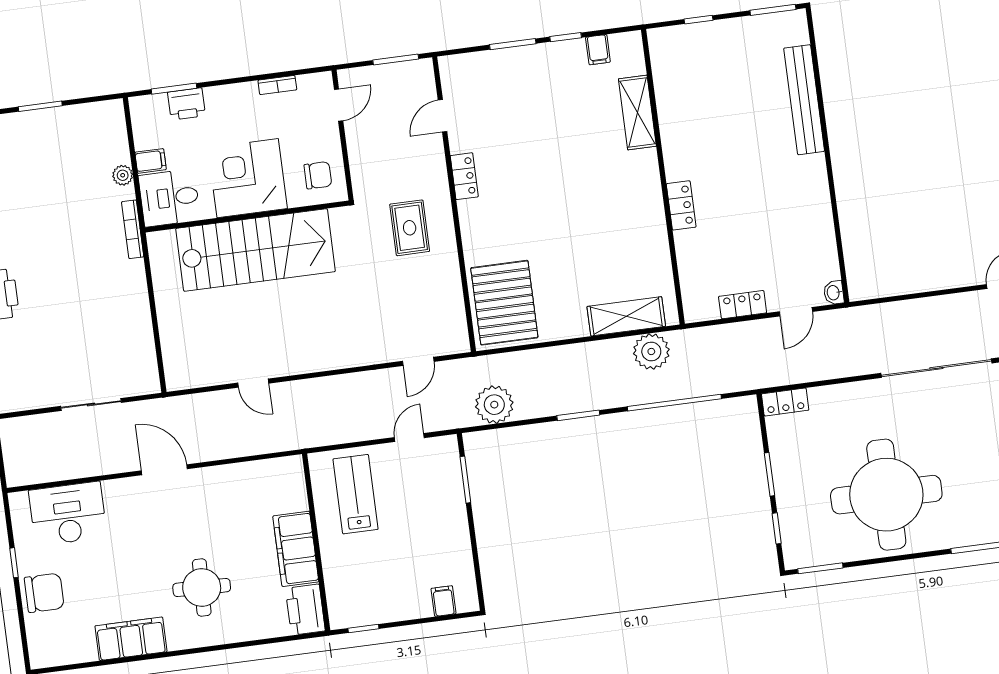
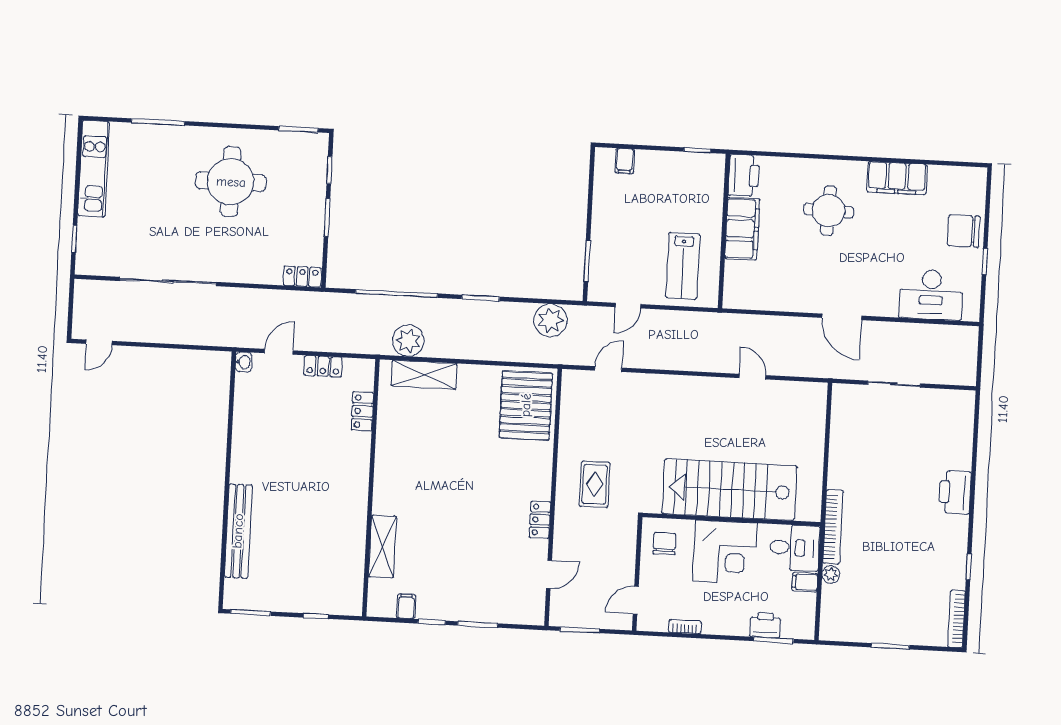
chair: (318, 175) -> (665, 544), turned 90
locker: (681, 205) -> (362, 411), moved
bookcase: (133, 229) -> (833, 527), width x1.48, depth x1.31
round table: (886, 495) -> (231, 182), width x0.73, depth x0.73

